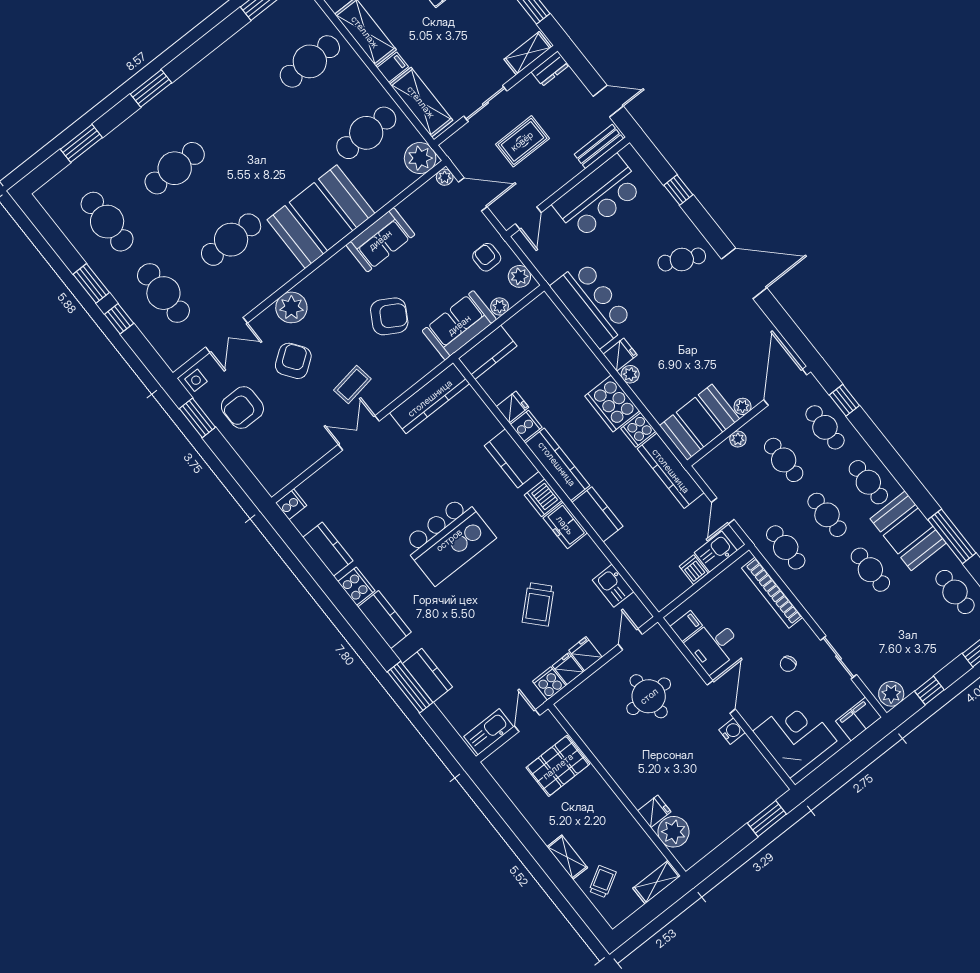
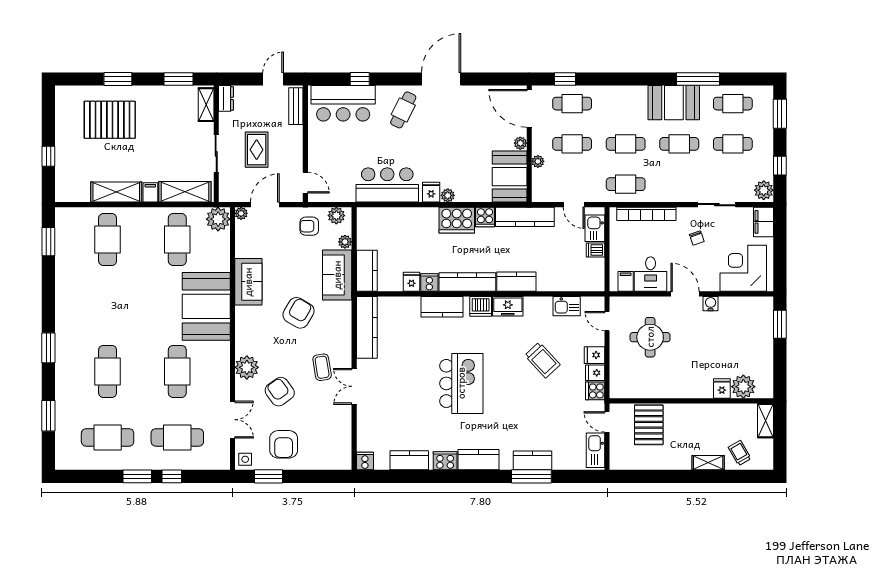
bar counter: (598, 197) -> (343, 103), moved, turned 90
cafe table: (868, 482) -> (733, 144), moved

